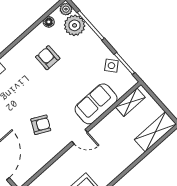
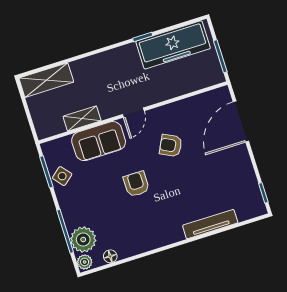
armchair: (48, 58) -> (136, 184), moved, turned 180
shelving: (130, 102) -> (82, 119), moved
door: (80, 137) -> (133, 113), swing flipped

